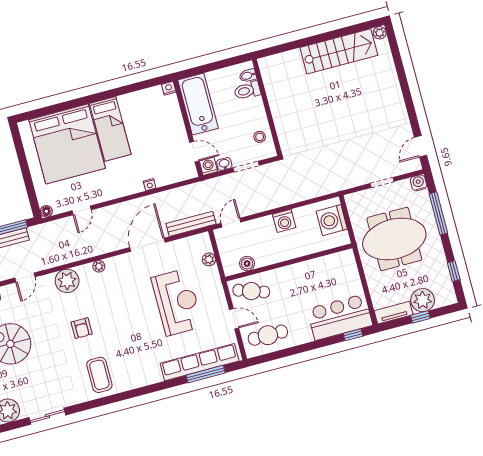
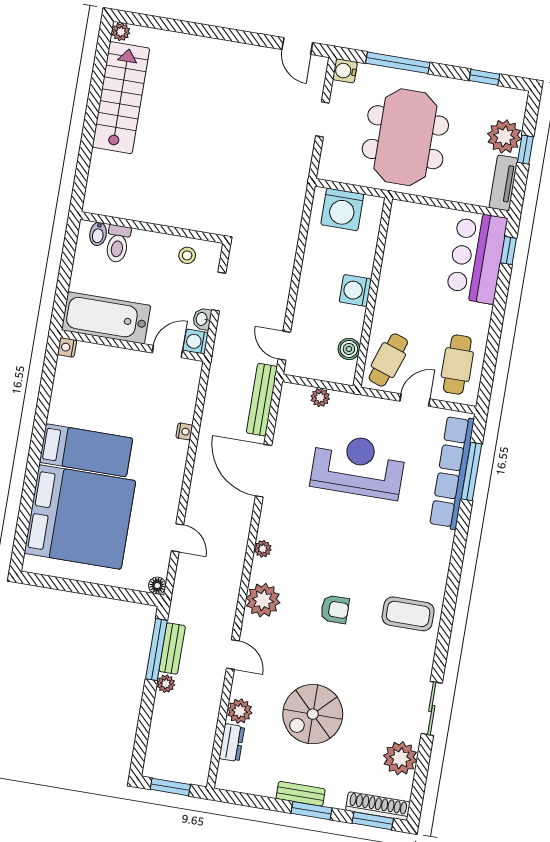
washing machine: (284, 221) -> (355, 290), moved, turned 180

